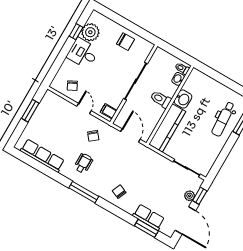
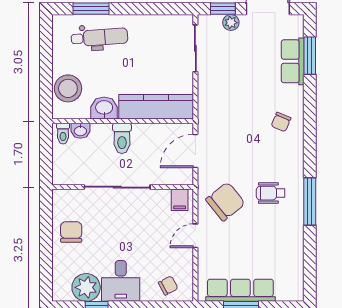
chair: (72, 86) -> (168, 286), moved
stool: (205, 86) -> (68, 88), added
chair: (93, 136) -> (225, 202), width x1.87, depth x1.87
row of seats: (42, 156) -> (240, 290), moved, turned 90
window: (84, 192) -> (310, 201), moved

